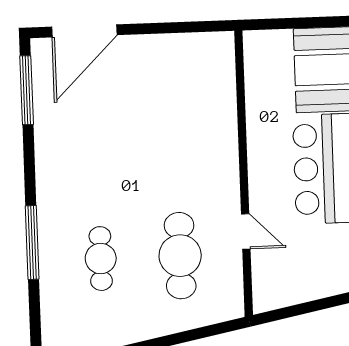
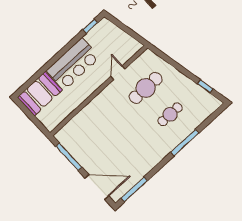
window: (176, 28) -> (69, 157), added

